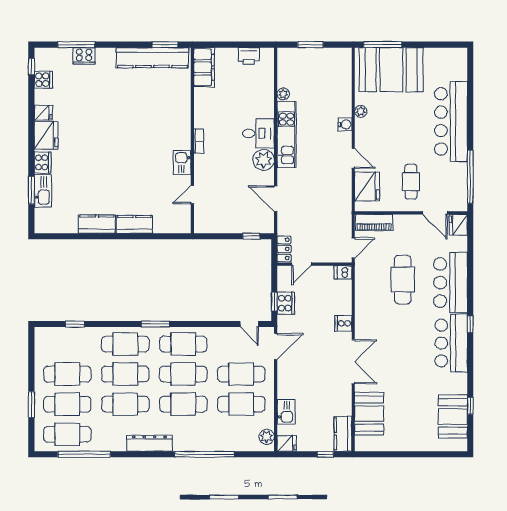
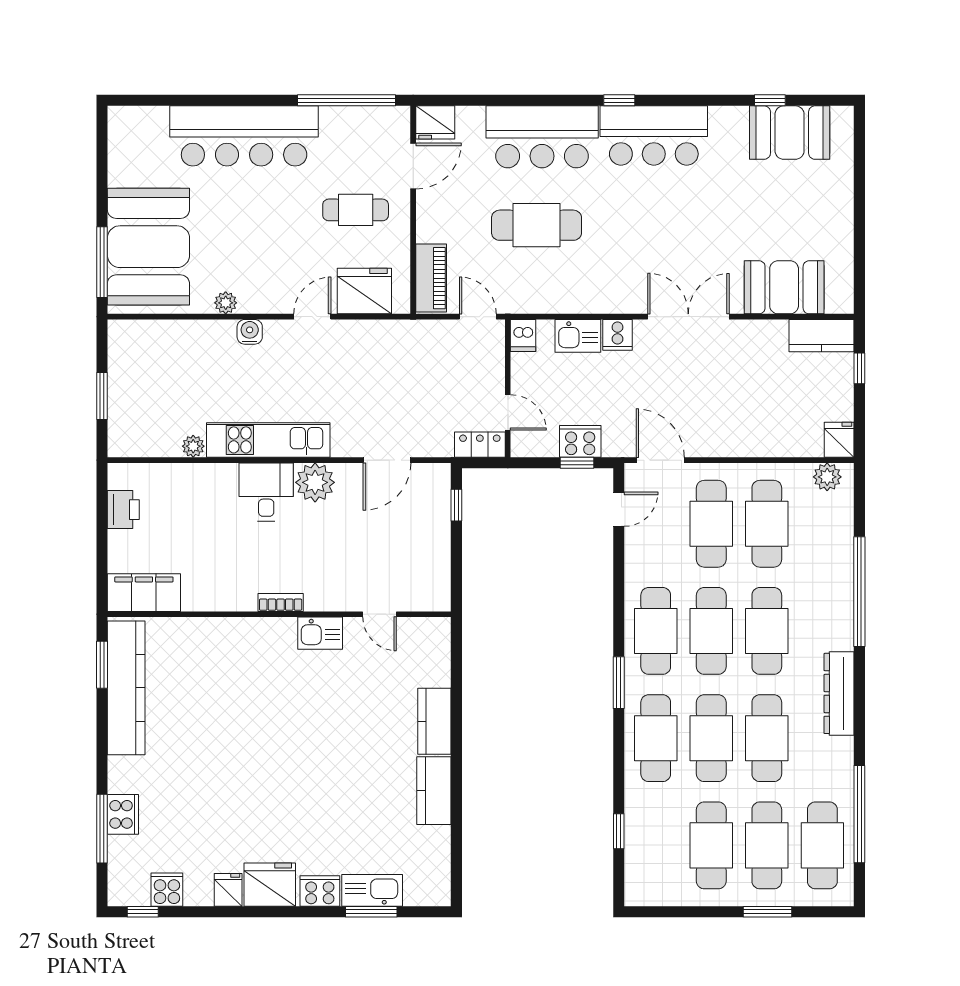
kitchen sink: (286, 412) -> (578, 336), moved, turned 180

